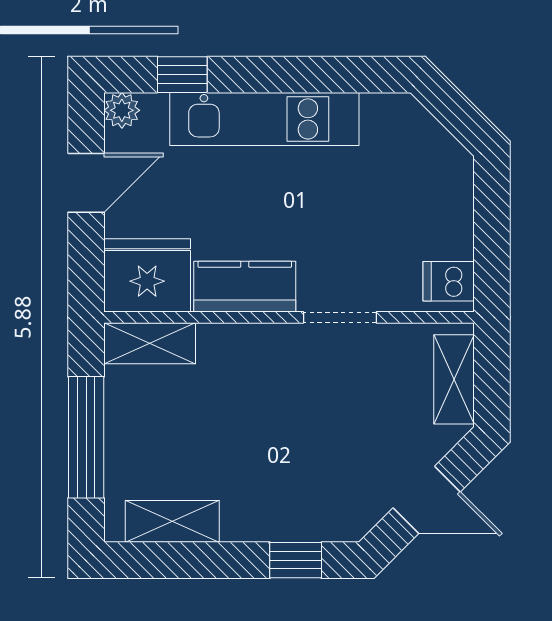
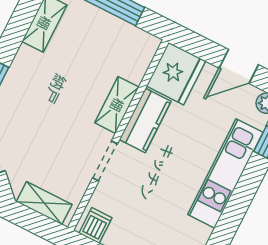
door: (86, 183) -> (239, 66), hinge flipped
shelving: (150, 343) -> (117, 105), moved

